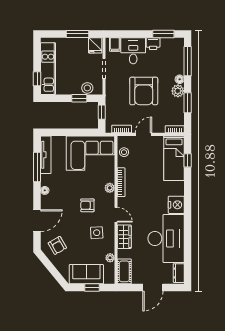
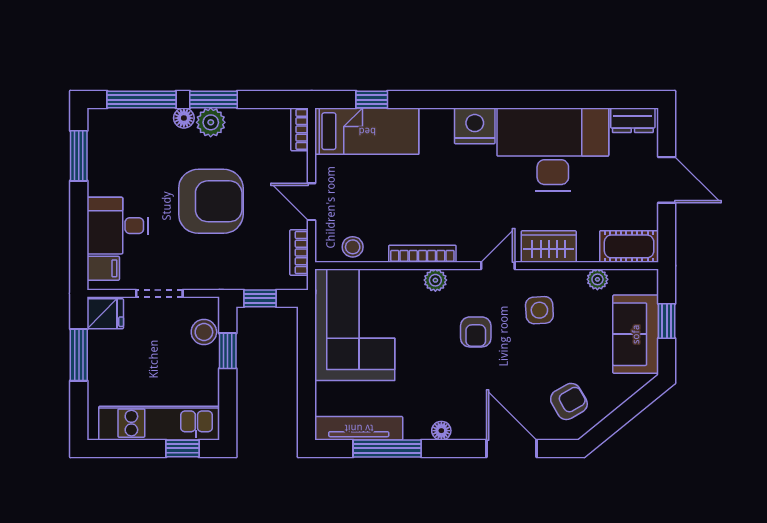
printer: (153, 44) -> (101, 180), removed
window: (188, 103) -> (213, 100), moved

